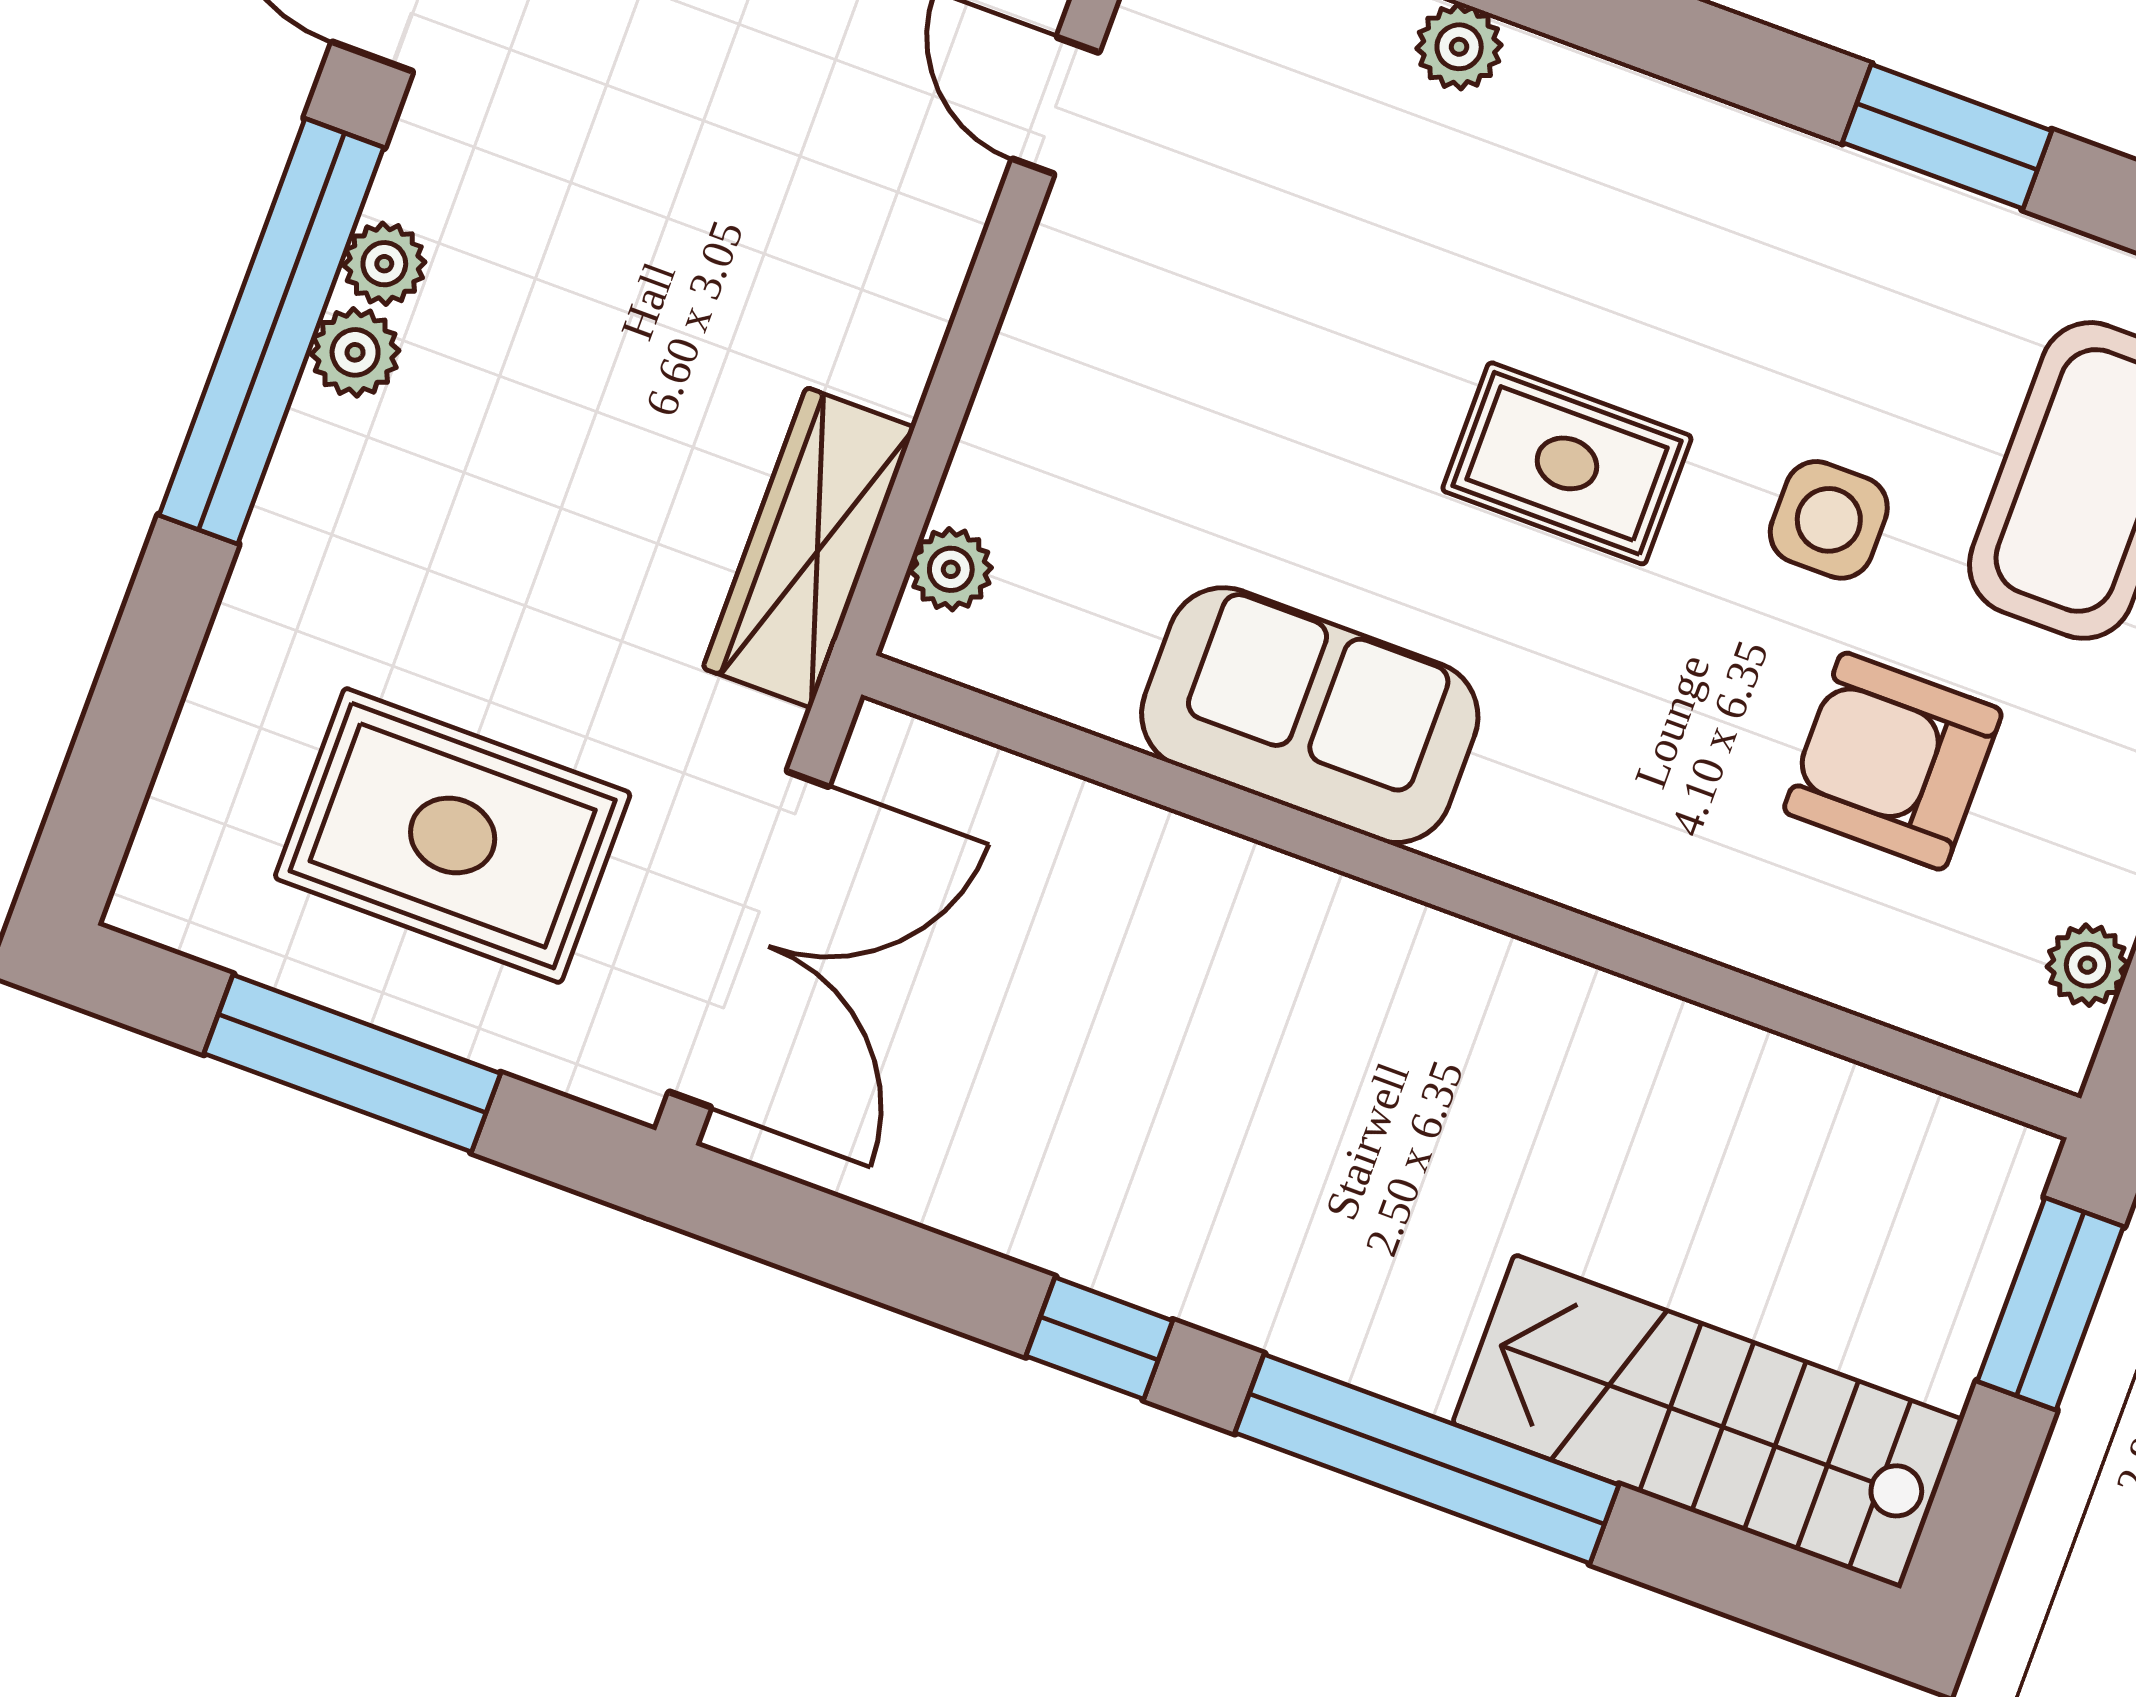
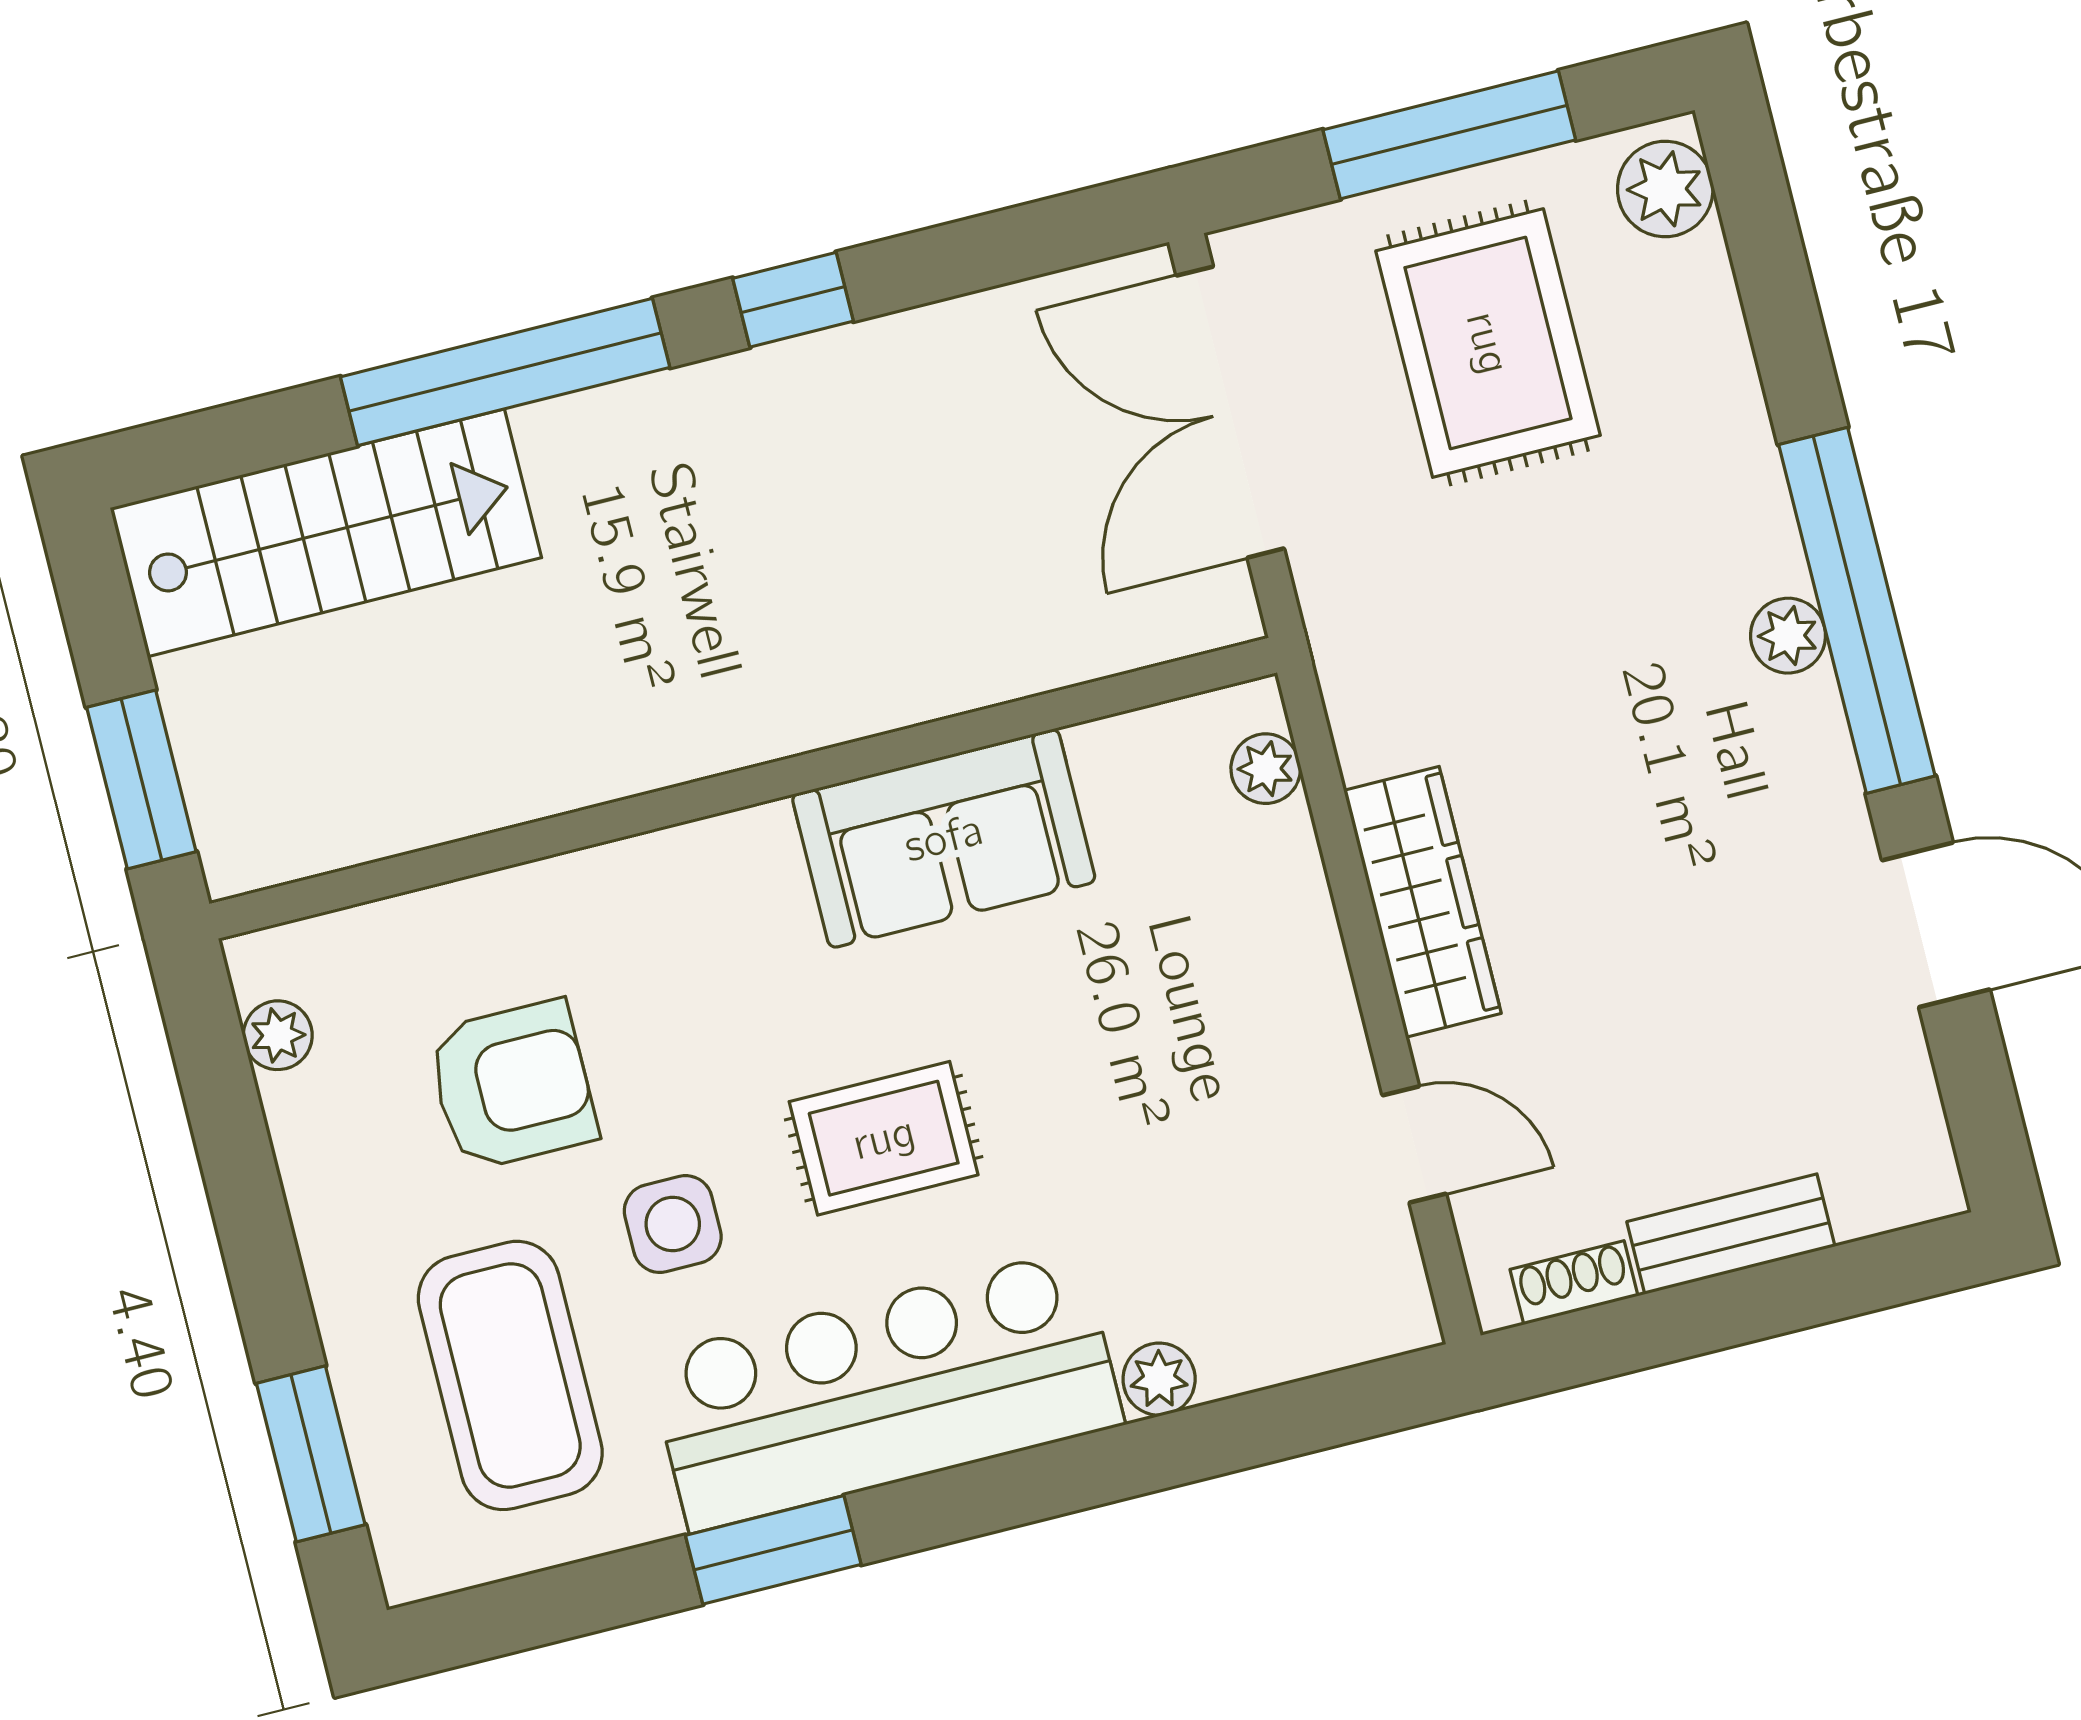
bar counter: (1733, 217) -> (885, 1391), added
plant: (384, 264) -> (1665, 189), moved, width x1.38, depth x1.38
wardrobe: (809, 548) -> (1422, 902), moved
rug: (453, 835) -> (1488, 343), turned 90

